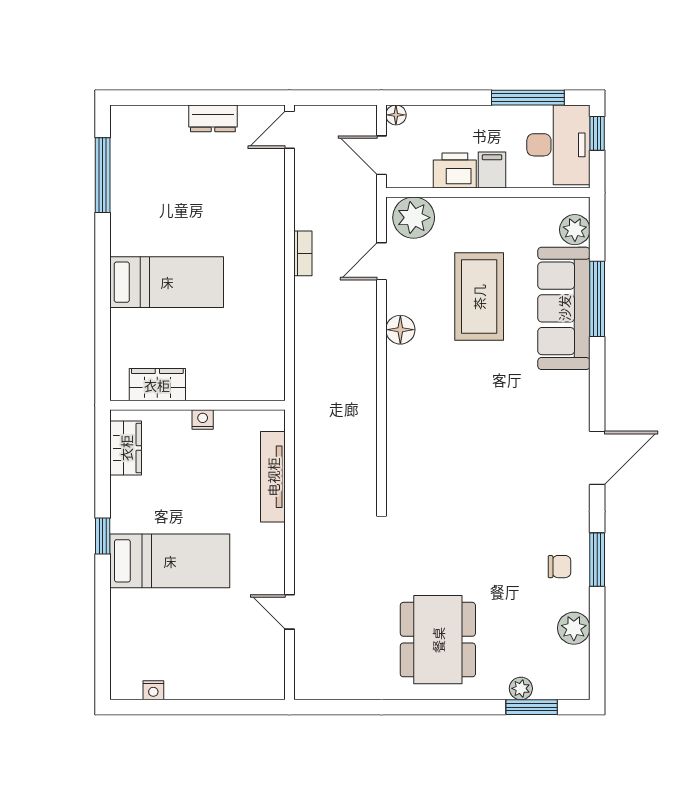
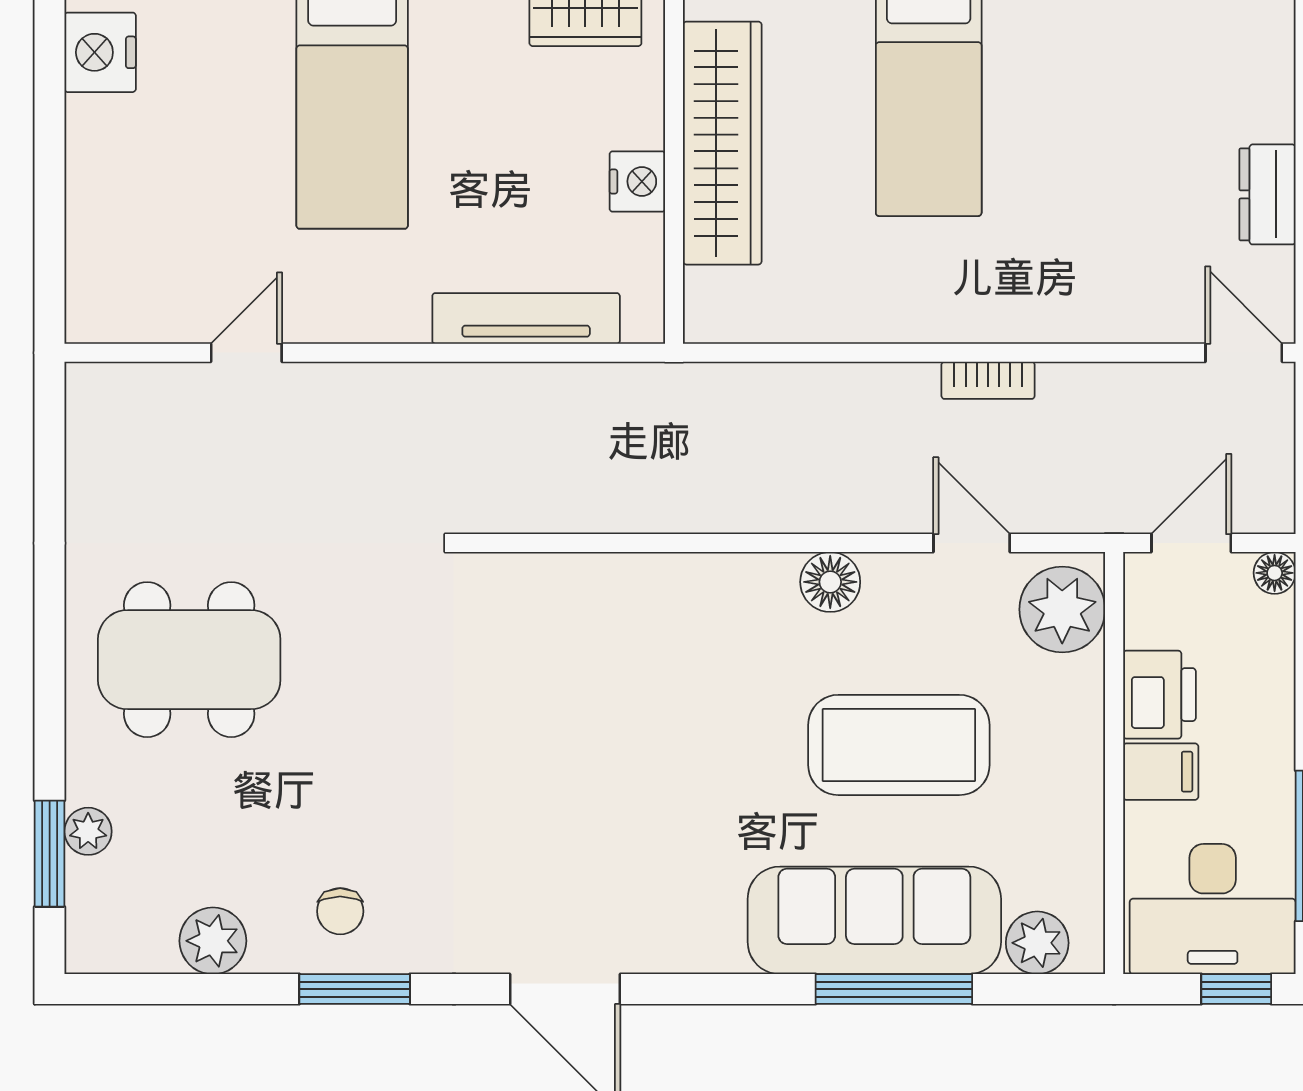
wardrobe: (157, 385) -> (722, 143), width x2.10, depth x1.17
nightstand: (203, 419) -> (637, 181), width x1.39, depth x1.35
nightstand: (153, 690) -> (100, 52), width x1.89, depth x1.79

